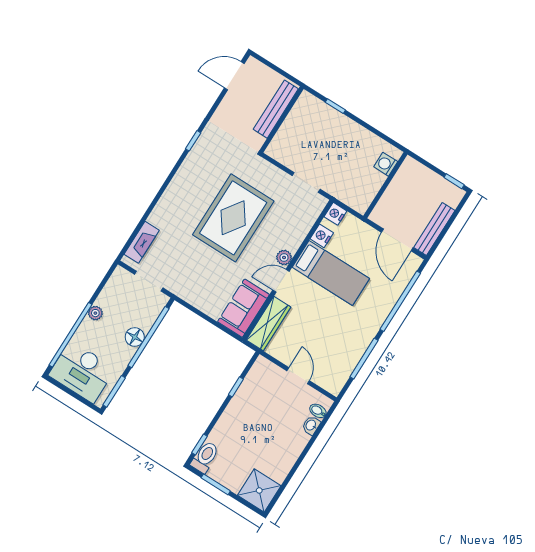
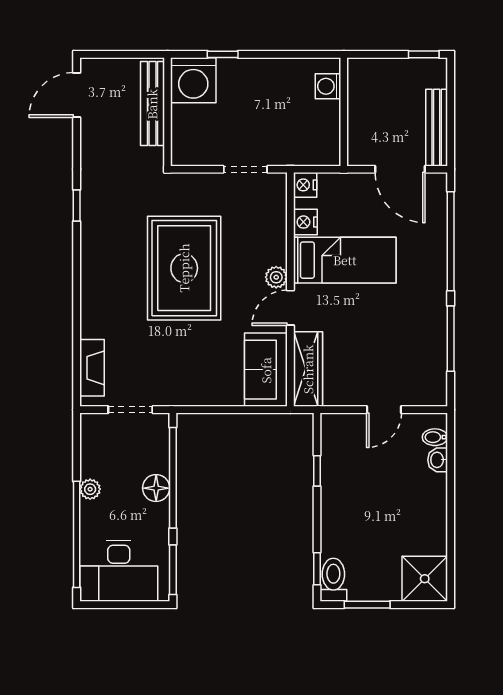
washing machine: (309, 110) -> (193, 80), added
door: (298, 376) -> (384, 410), swing flipped

